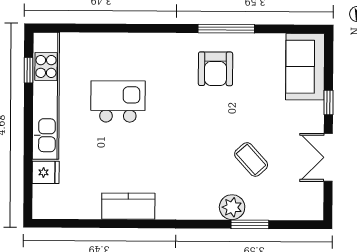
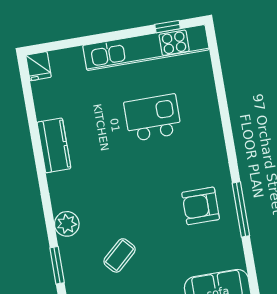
kitchen island: (118, 101) -> (153, 118), turned -90
fridge: (46, 172) -> (38, 66), moved
plant: (232, 207) -> (67, 224), moved

